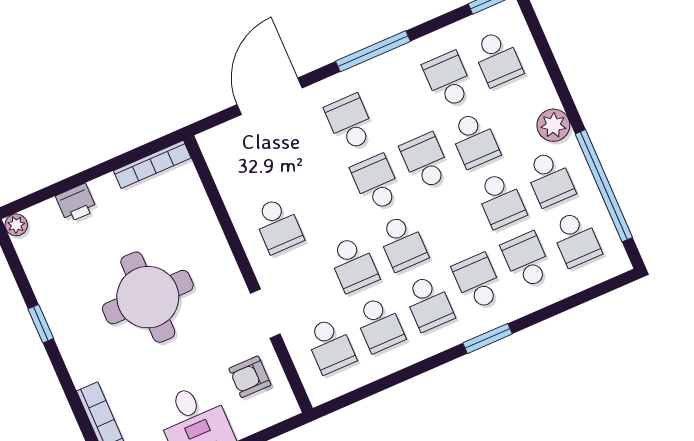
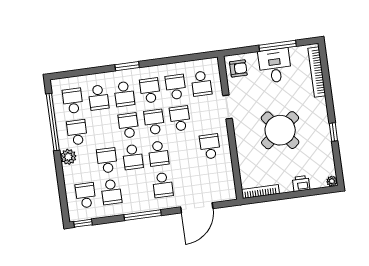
school desk: (501, 200) -> (129, 125), moved
round table: (148, 297) -> (280, 130), turned -38
school desk: (330, 346) -> (201, 83), turned 180
armchair: (250, 377) -> (238, 68), moved

